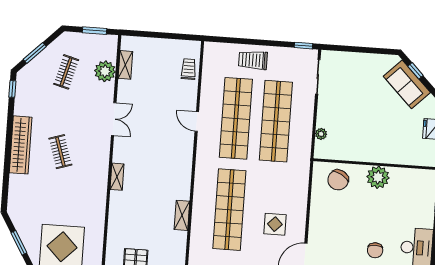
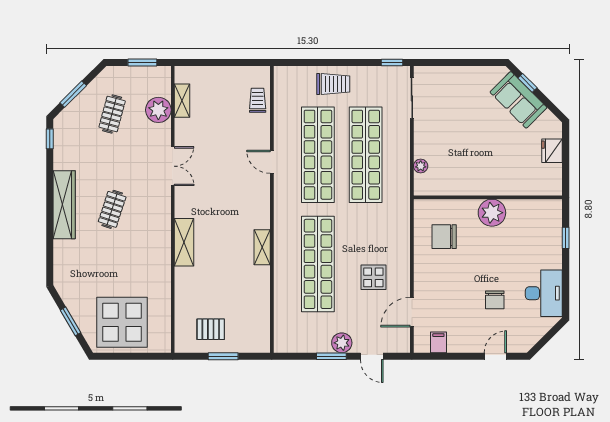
trolley: (253, 60) -> (333, 84), turned 180
clothes rail: (60, 152) -> (112, 209), turned 36
shelving: (117, 177) -> (184, 242), width x1.50, depth x1.33
chair: (338, 180) -> (444, 237), moved, turned 61
shelving: (182, 215) -> (262, 247), moved

